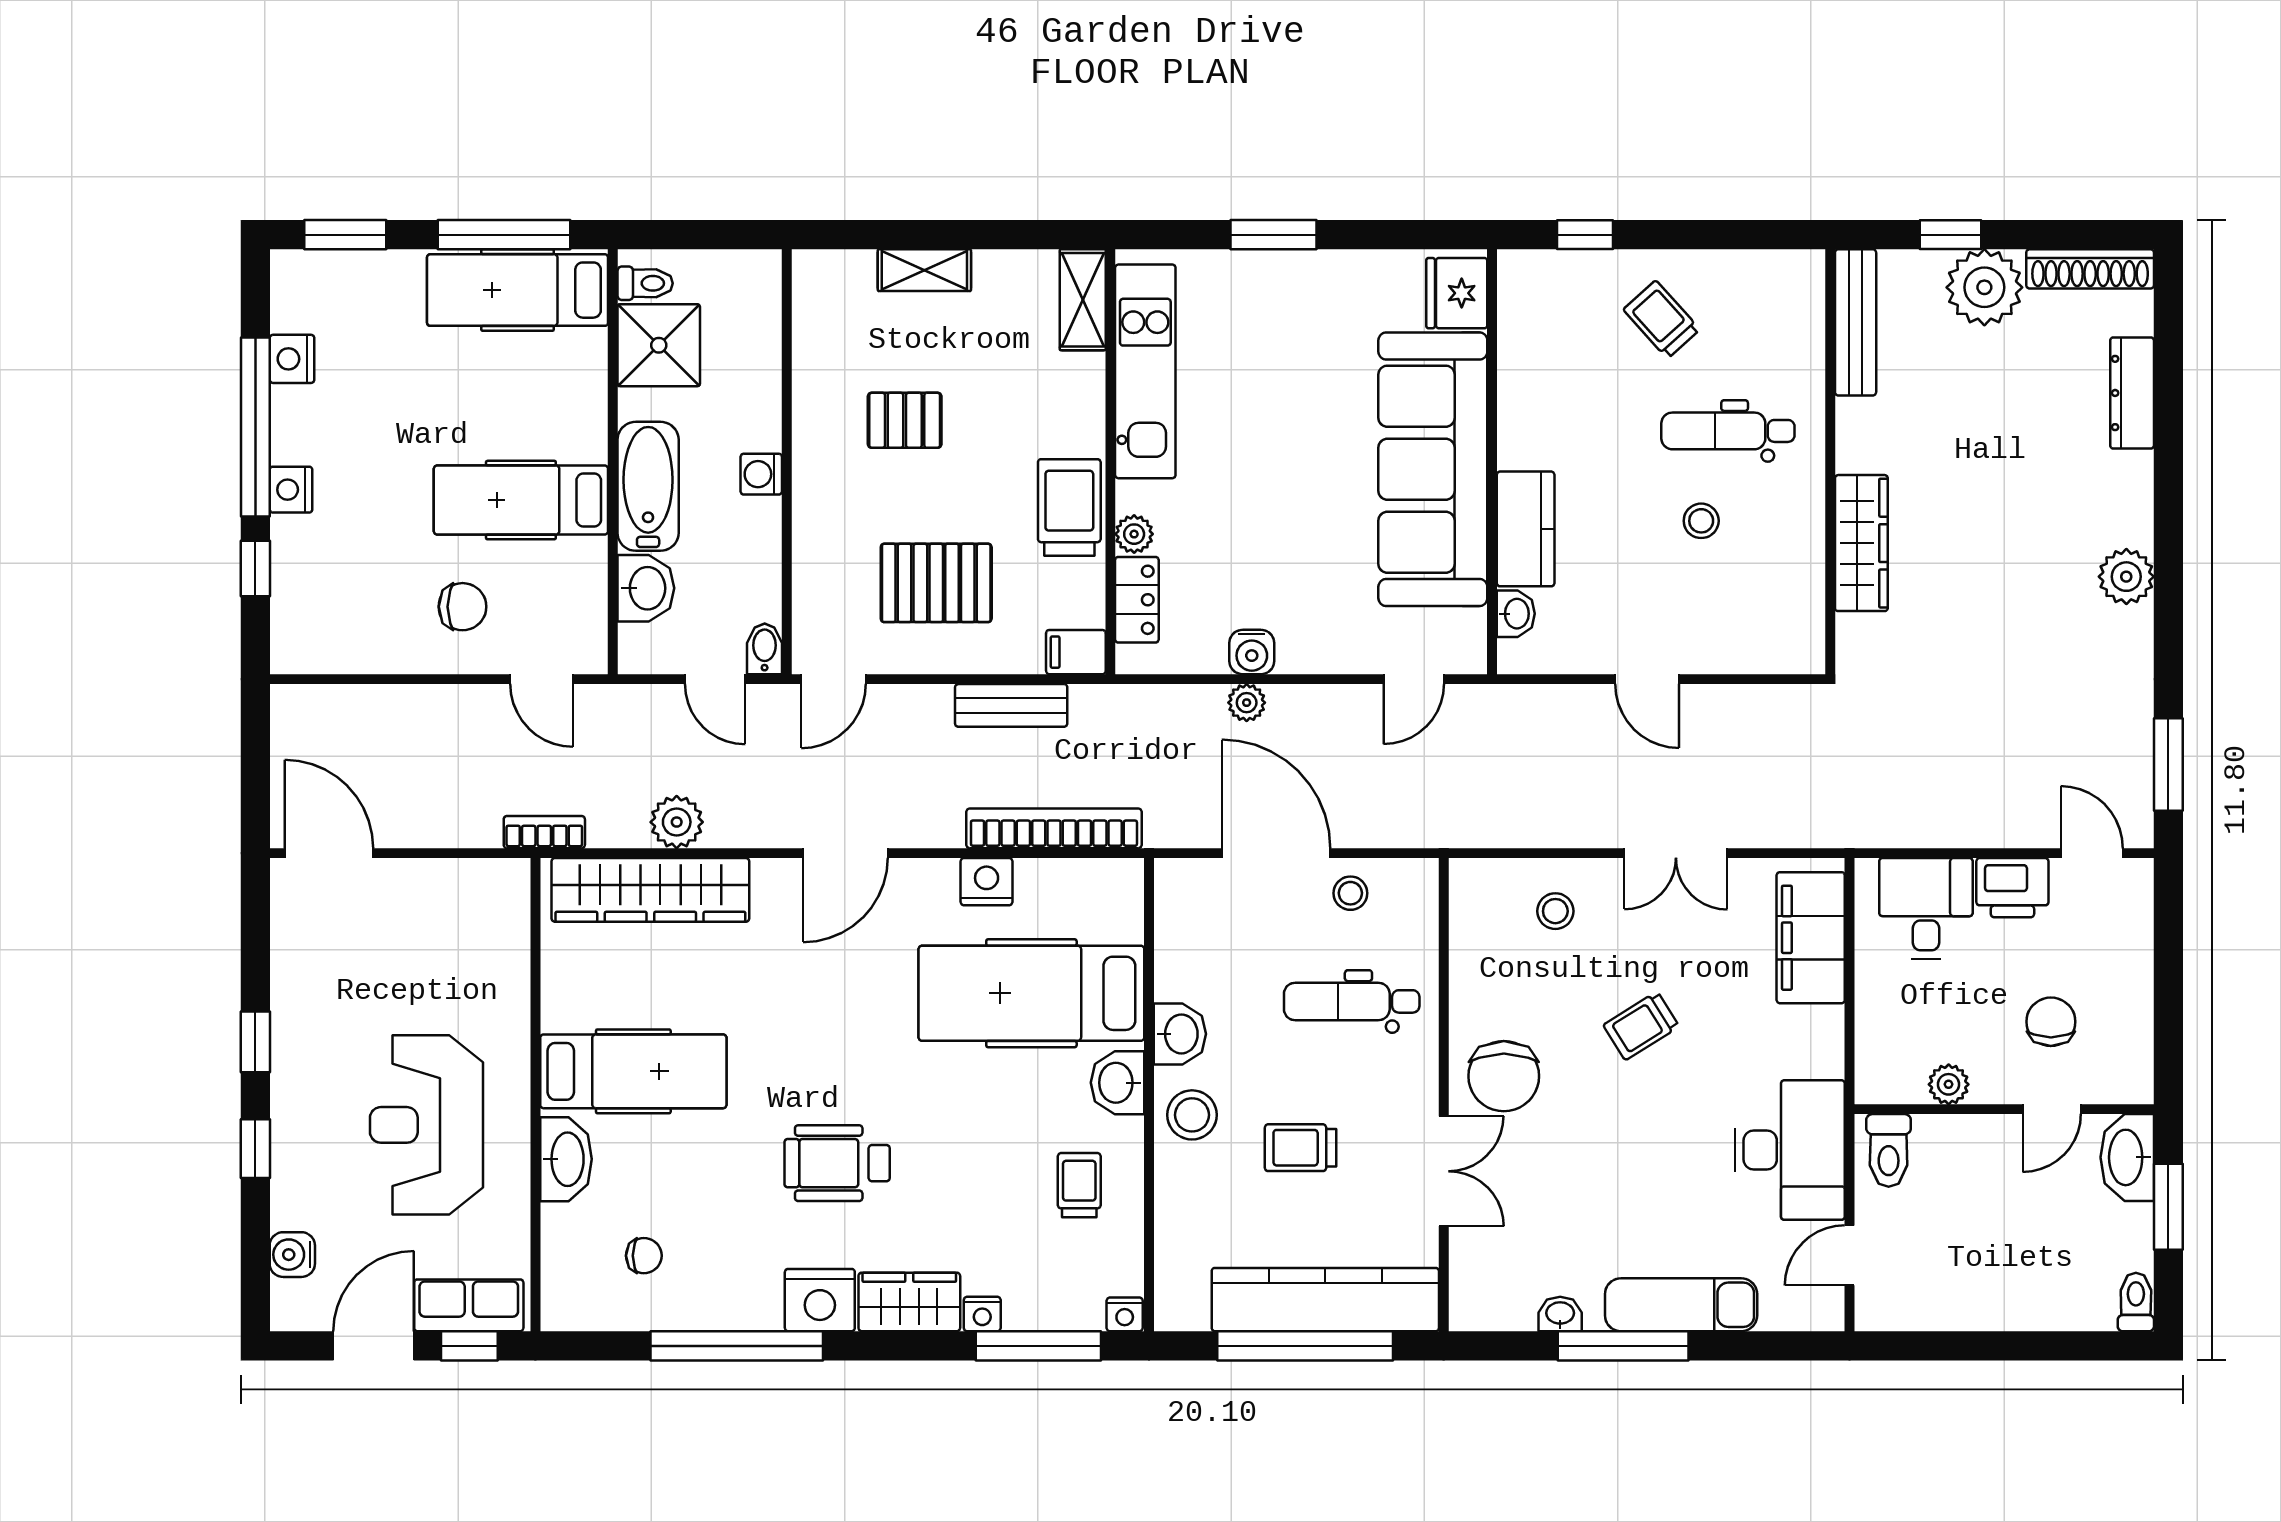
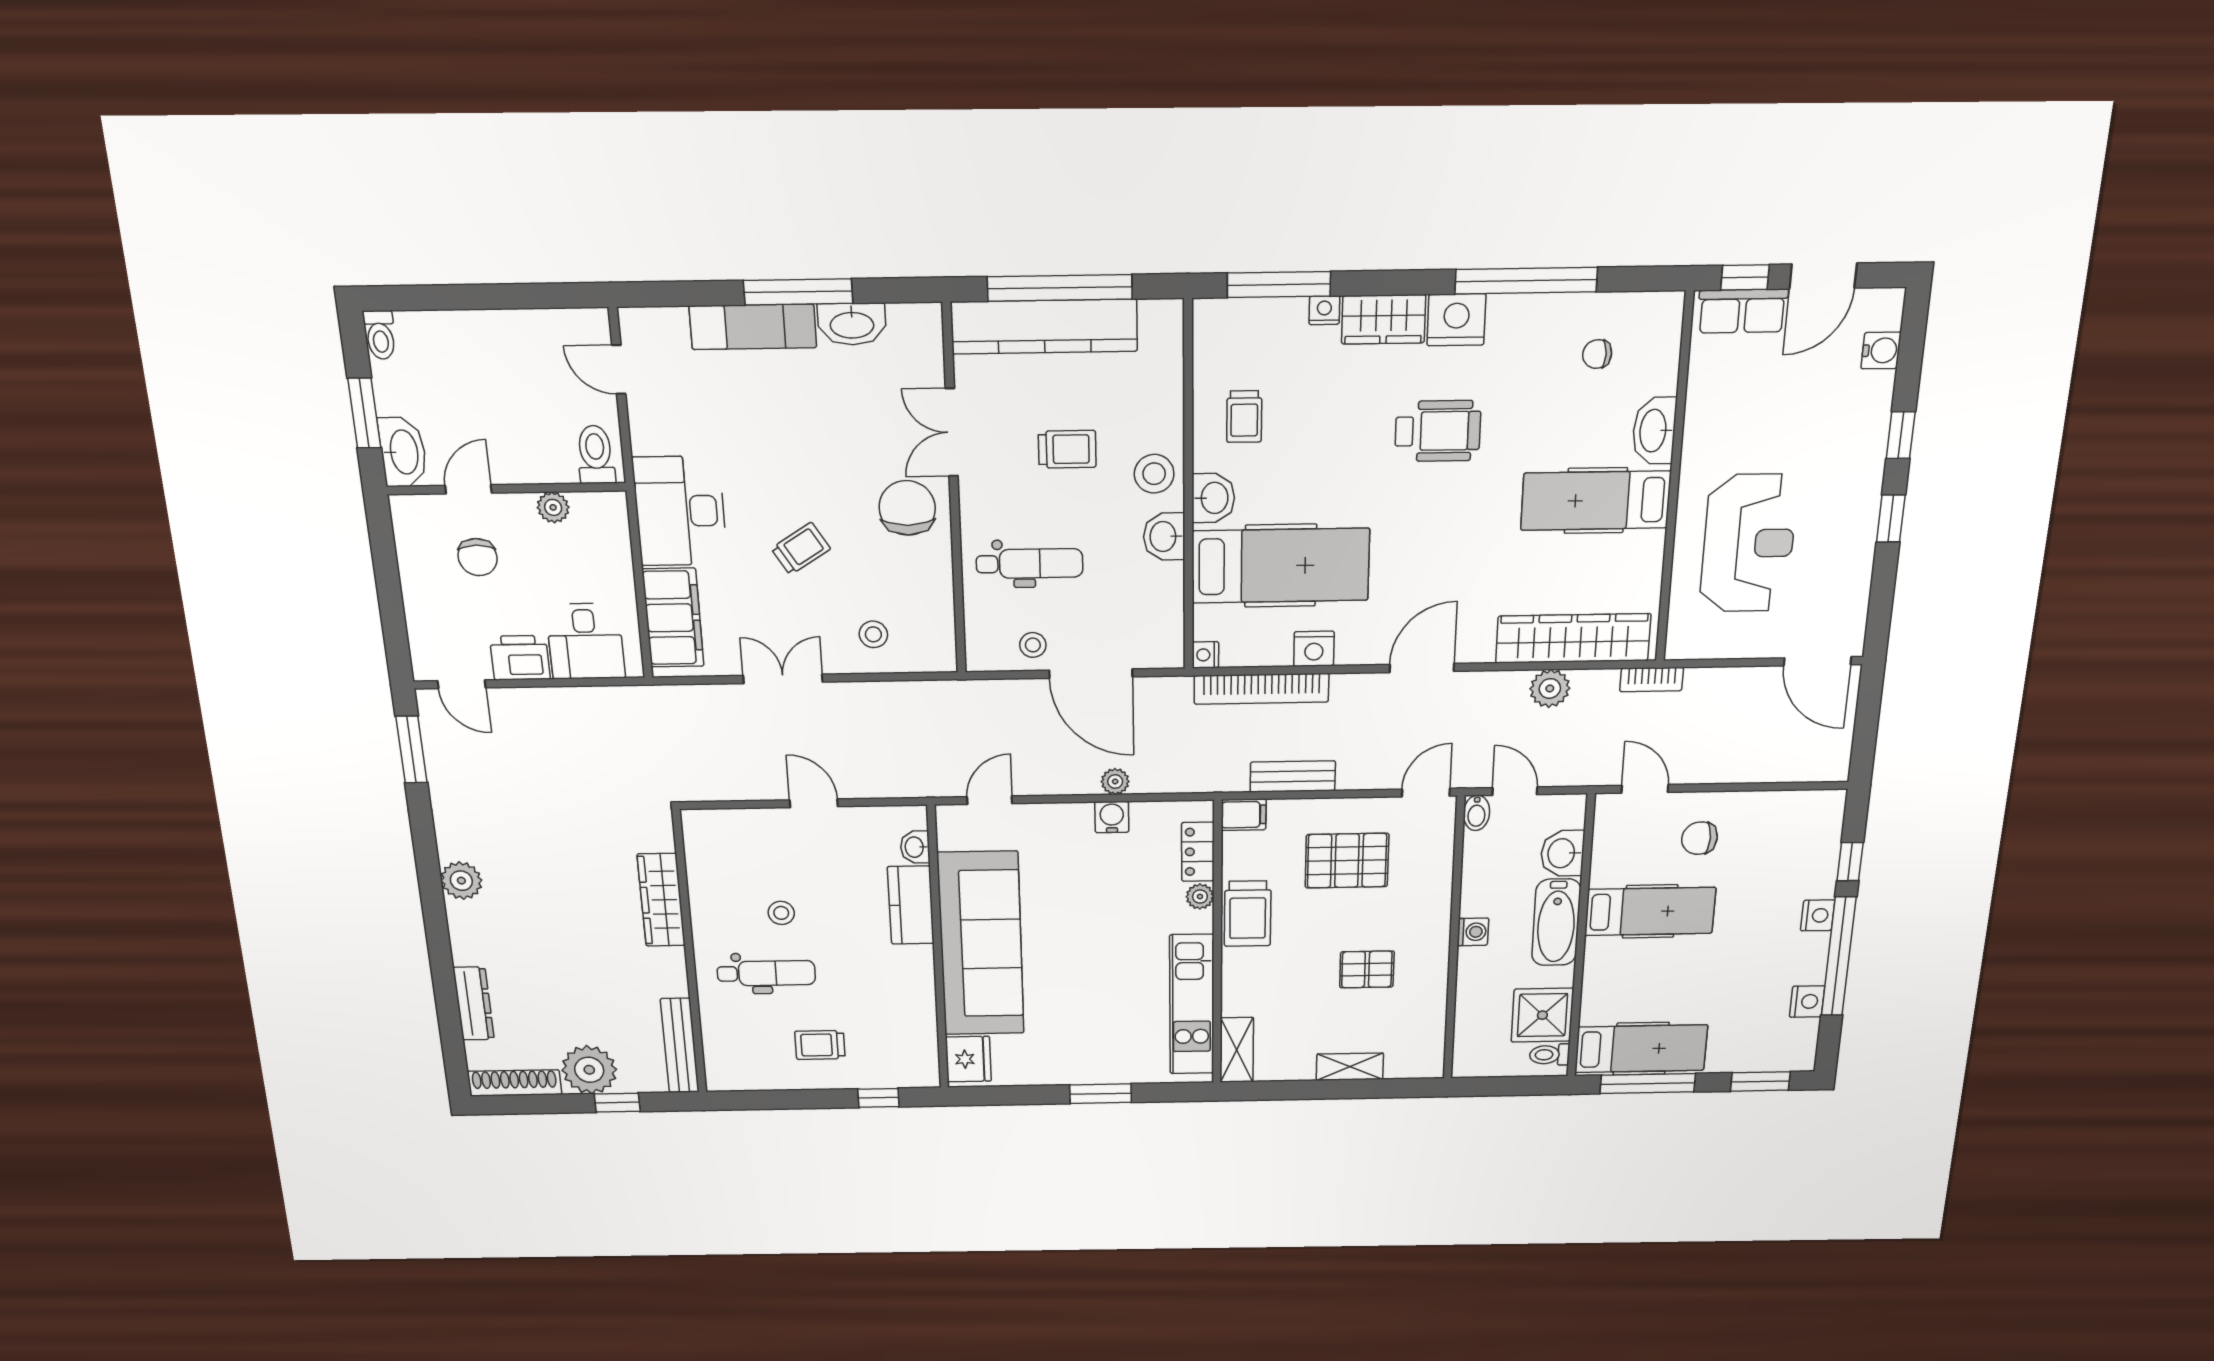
trolley: (1662, 319) -> (820, 1045), turned 132
reception desk: (427, 1125) -> (1748, 543), moved
desk: (1790, 1150) -> (680, 511), moved
door: (1850, 1255) -> (619, 370), swing flipped
nightstand: (1125, 1314) -> (1205, 655), moved, turned -90
washbasin: (1560, 1314) -> (852, 324), width x1.91, depth x1.45

